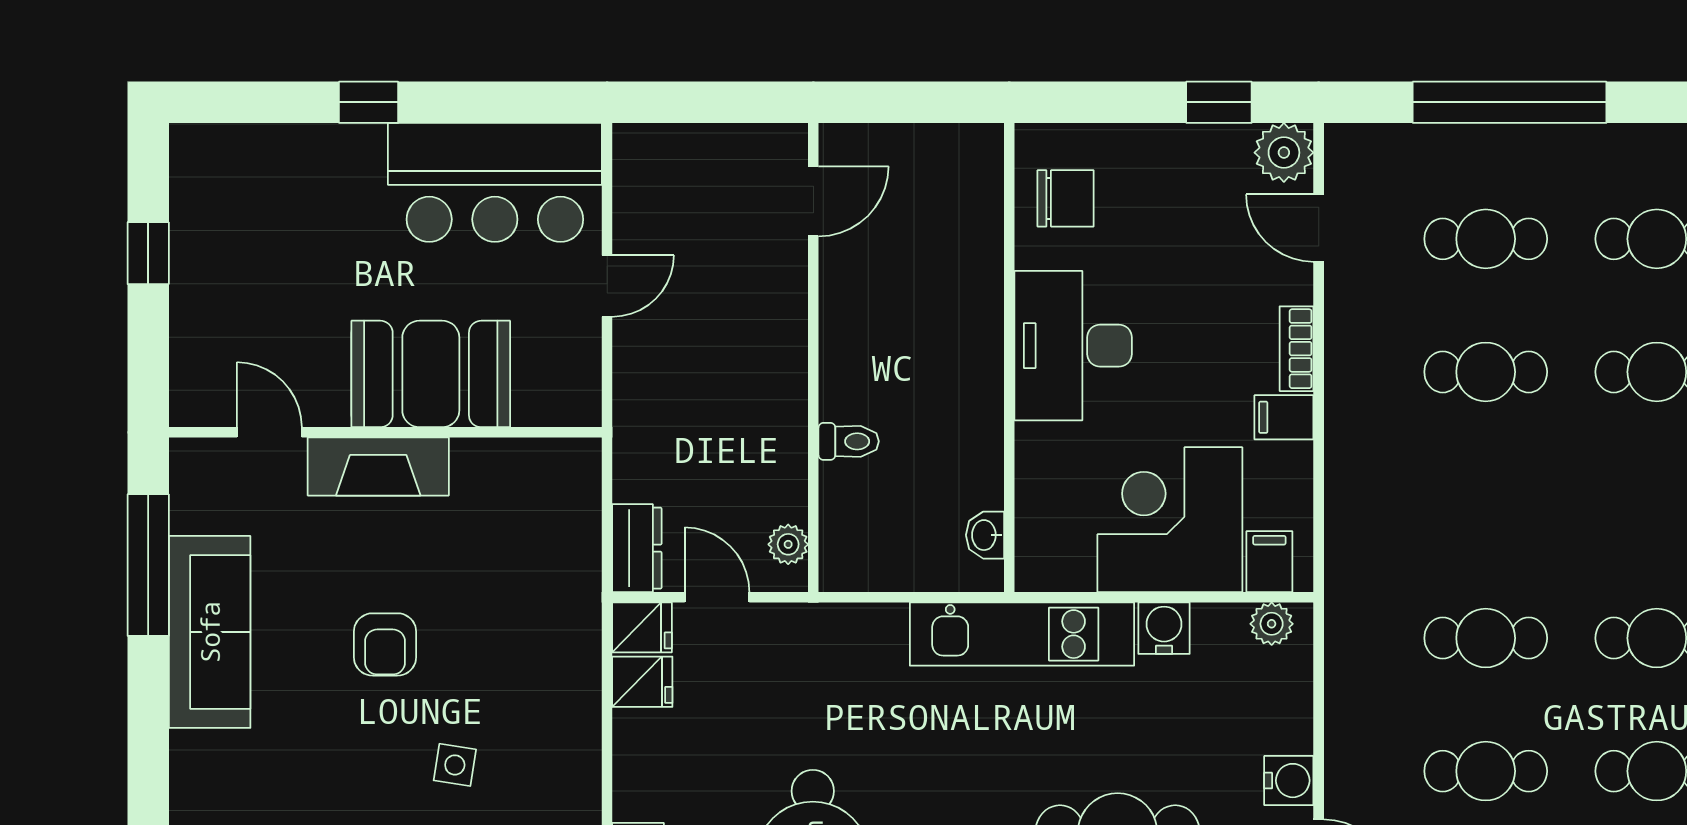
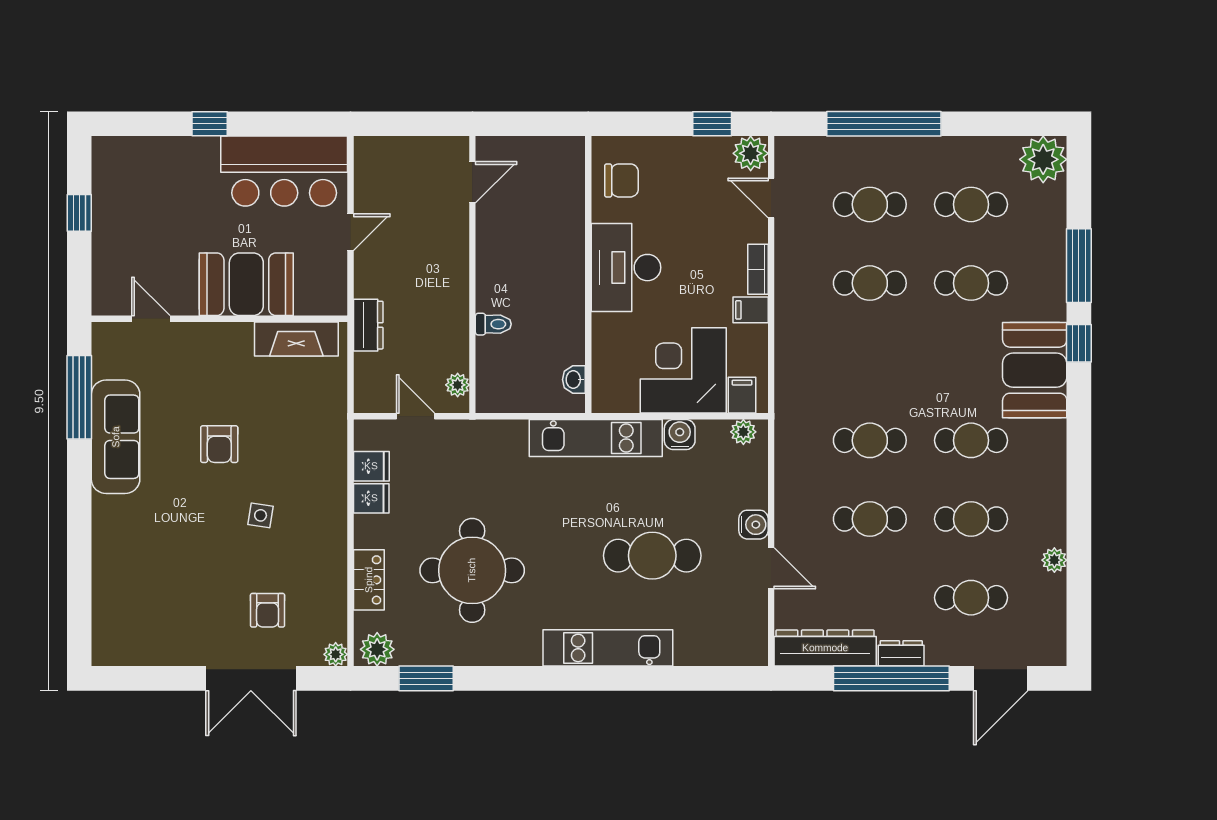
fireplace: (378, 467) -> (296, 339), moved
dresser: (637, 548) -> (368, 325), moved
fridge: (642, 627) -> (371, 498), moved

